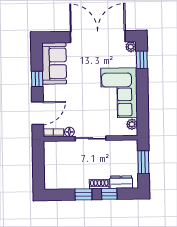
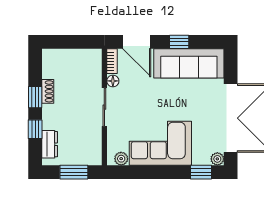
sofa: (54, 63) -> (189, 63), width x1.36
shoe rack: (99, 184) -> (48, 91), moved

